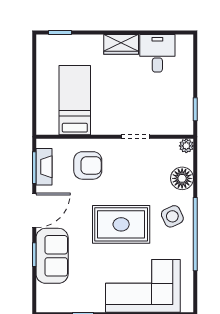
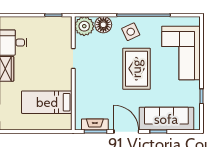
plant: (186, 146) -> (84, 26), width x1.87, depth x1.87
armchair: (88, 165) -> (94, 93), removed
sofa: (52, 256) -> (166, 119), width x1.36

